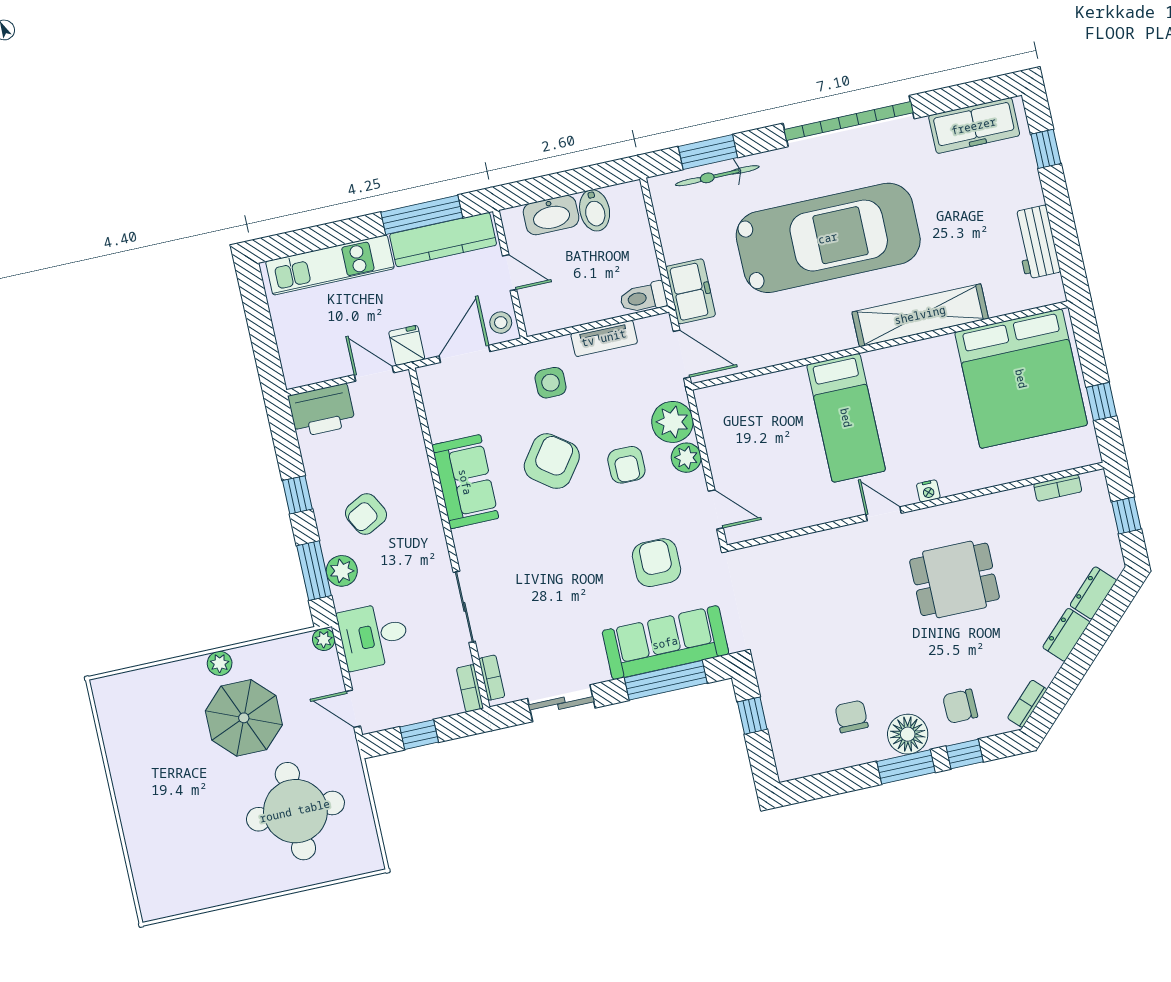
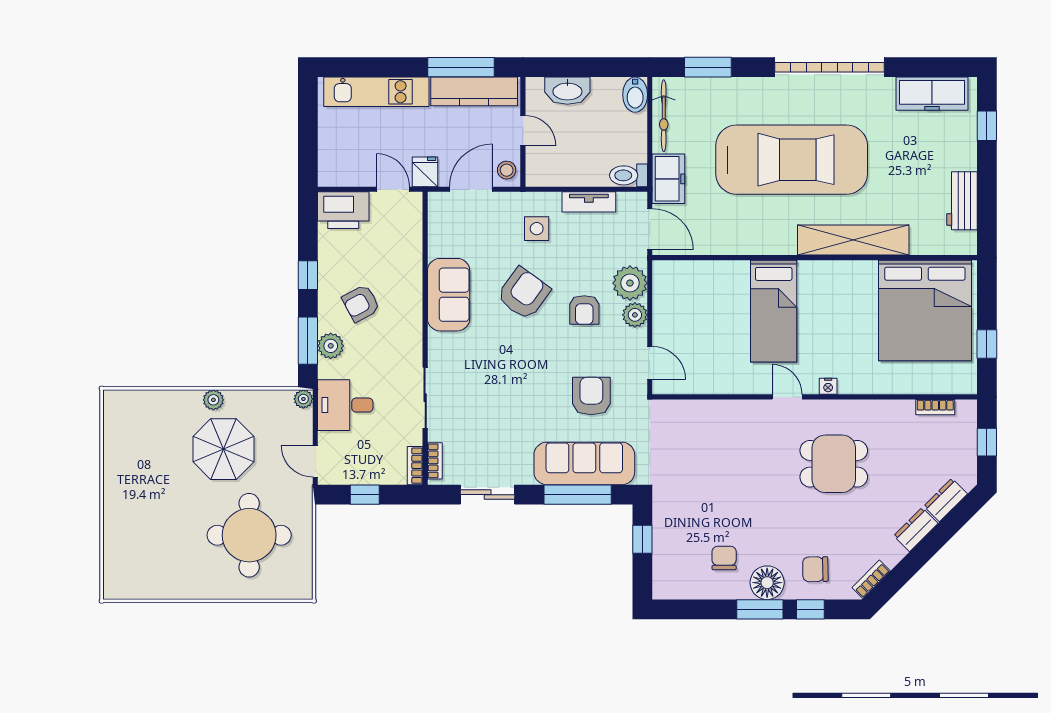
bicycle: (717, 176) -> (664, 116), moved, turned -90
bidet: (595, 210) -> (635, 95), moved

